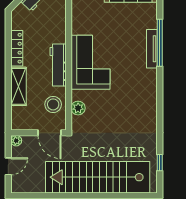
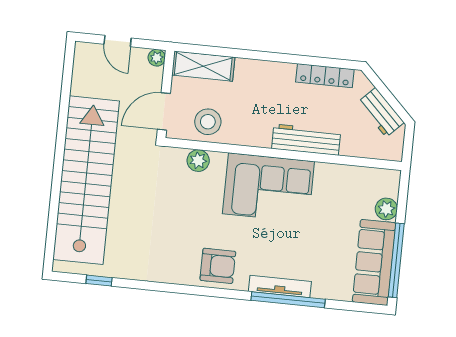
locker: (17, 48) -> (325, 76), moved
workbench: (58, 65) -> (306, 140), moved
shelving: (18, 86) -> (203, 66), moved
armchair: (143, 89) -> (218, 266), added

